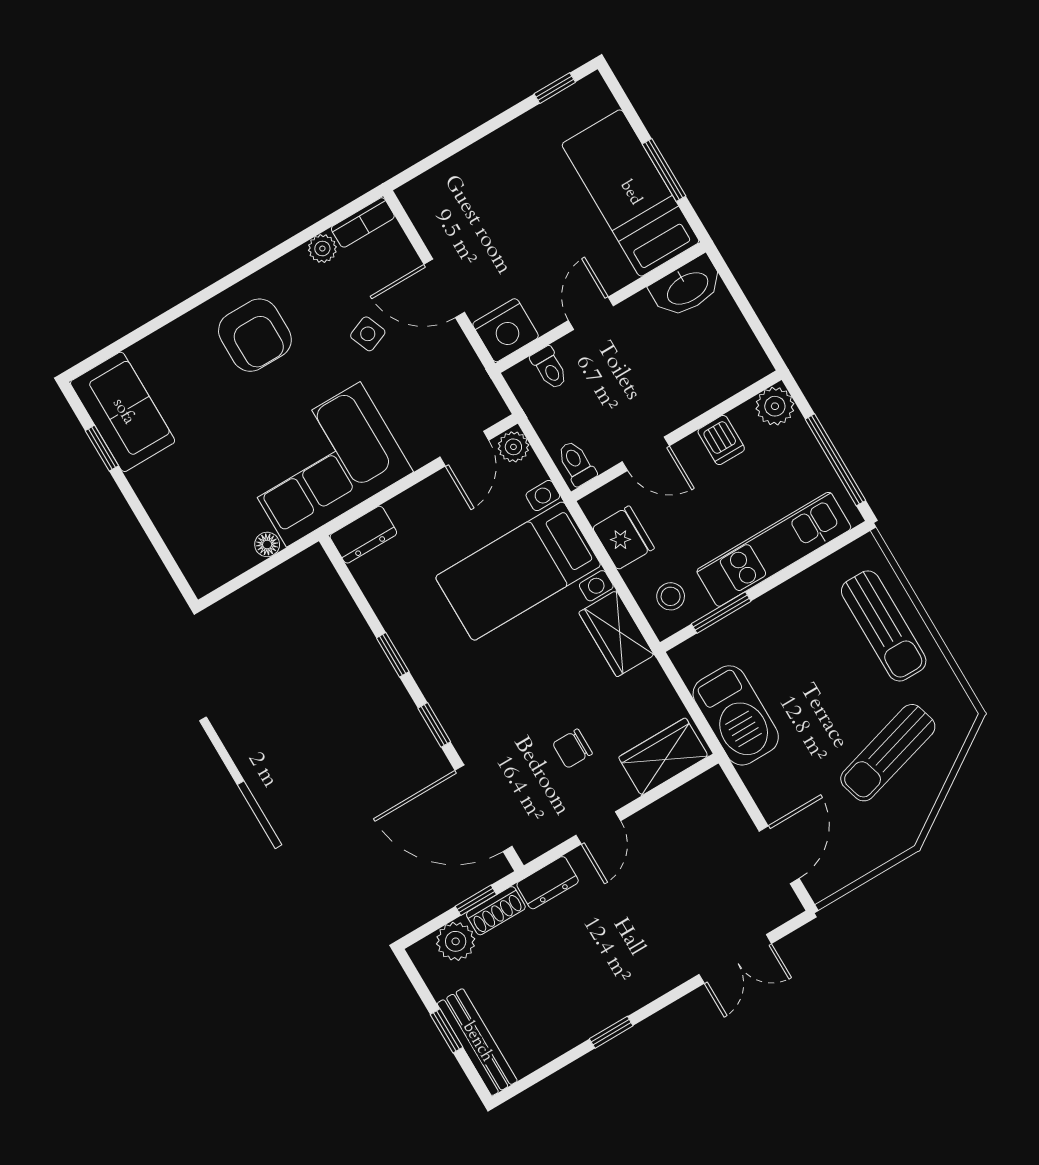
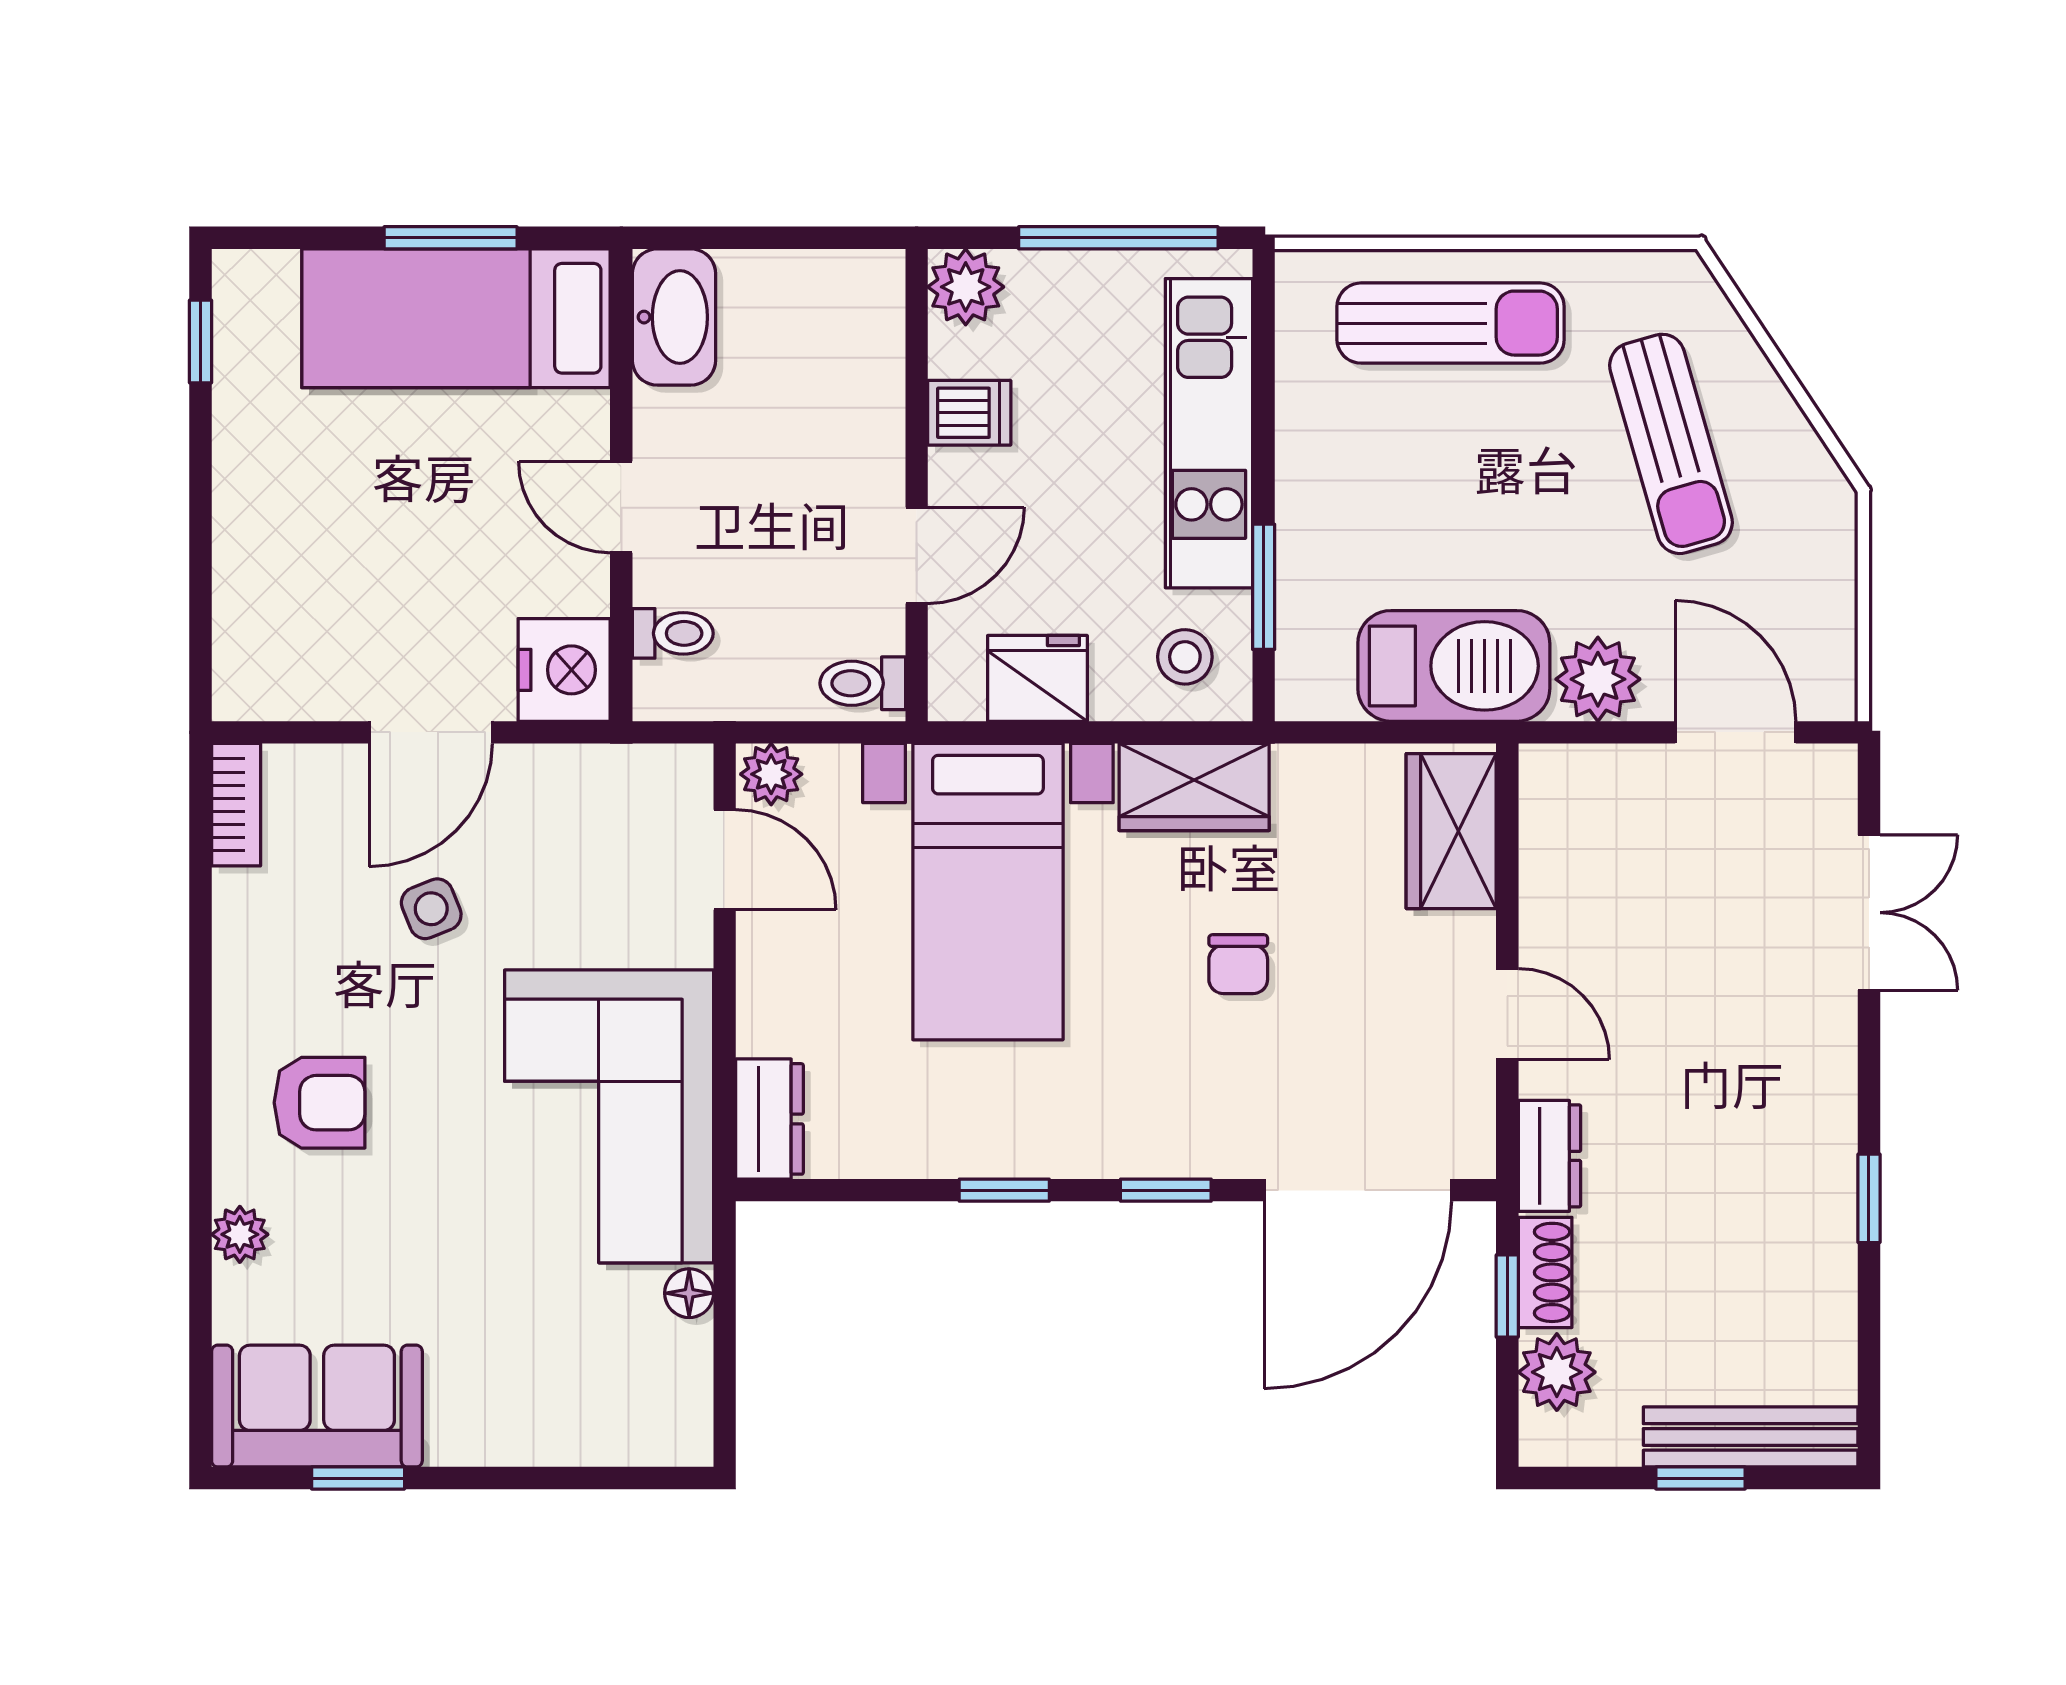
plant: (322, 249) -> (240, 1234), moved
armchair: (255, 335) -> (320, 1103), width x0.72, depth x0.72
chair: (572, 749) -> (1238, 964), moved
plant: (767, 781) -> (1598, 679), added

